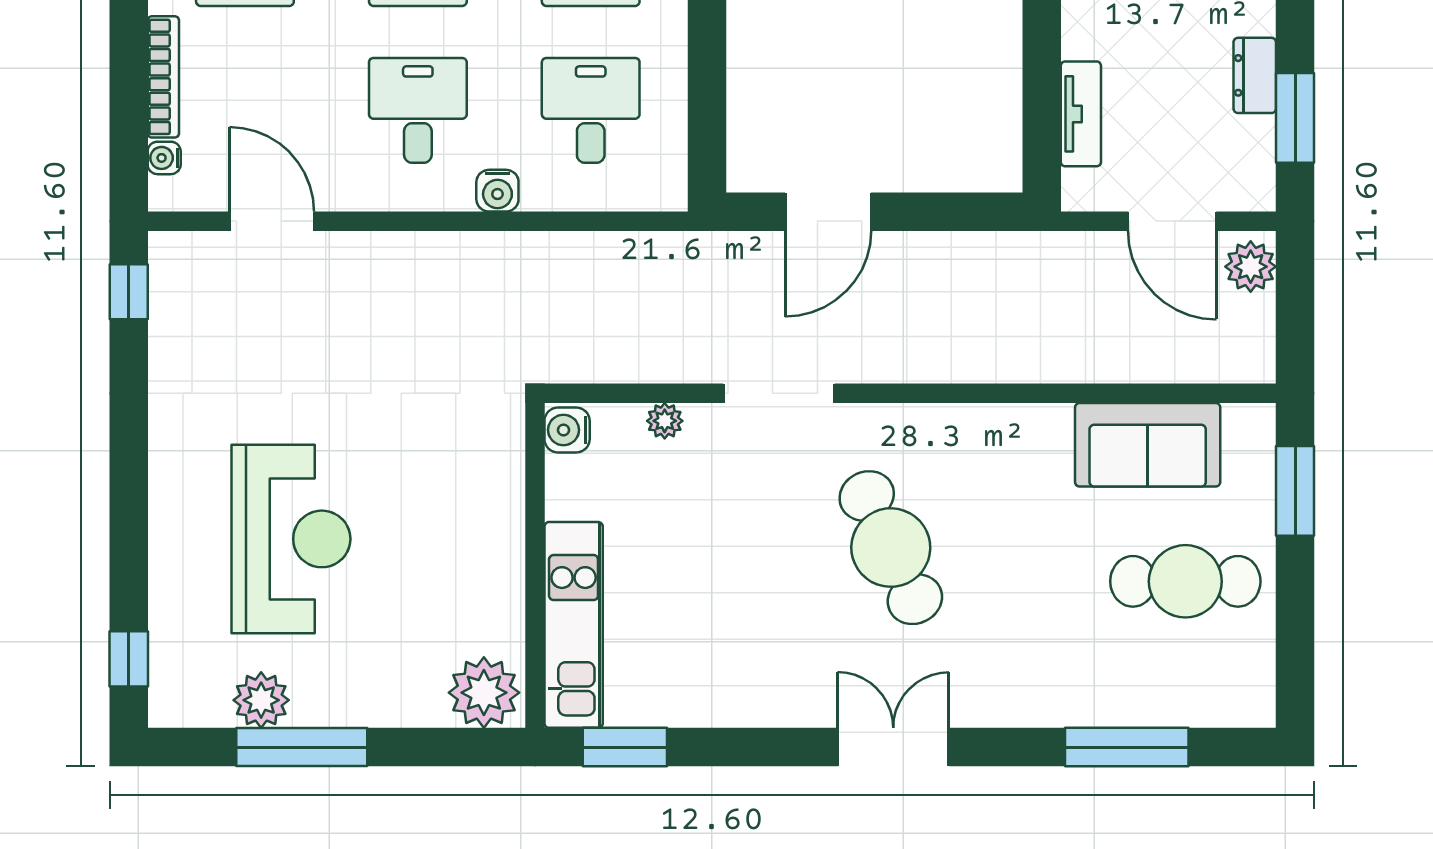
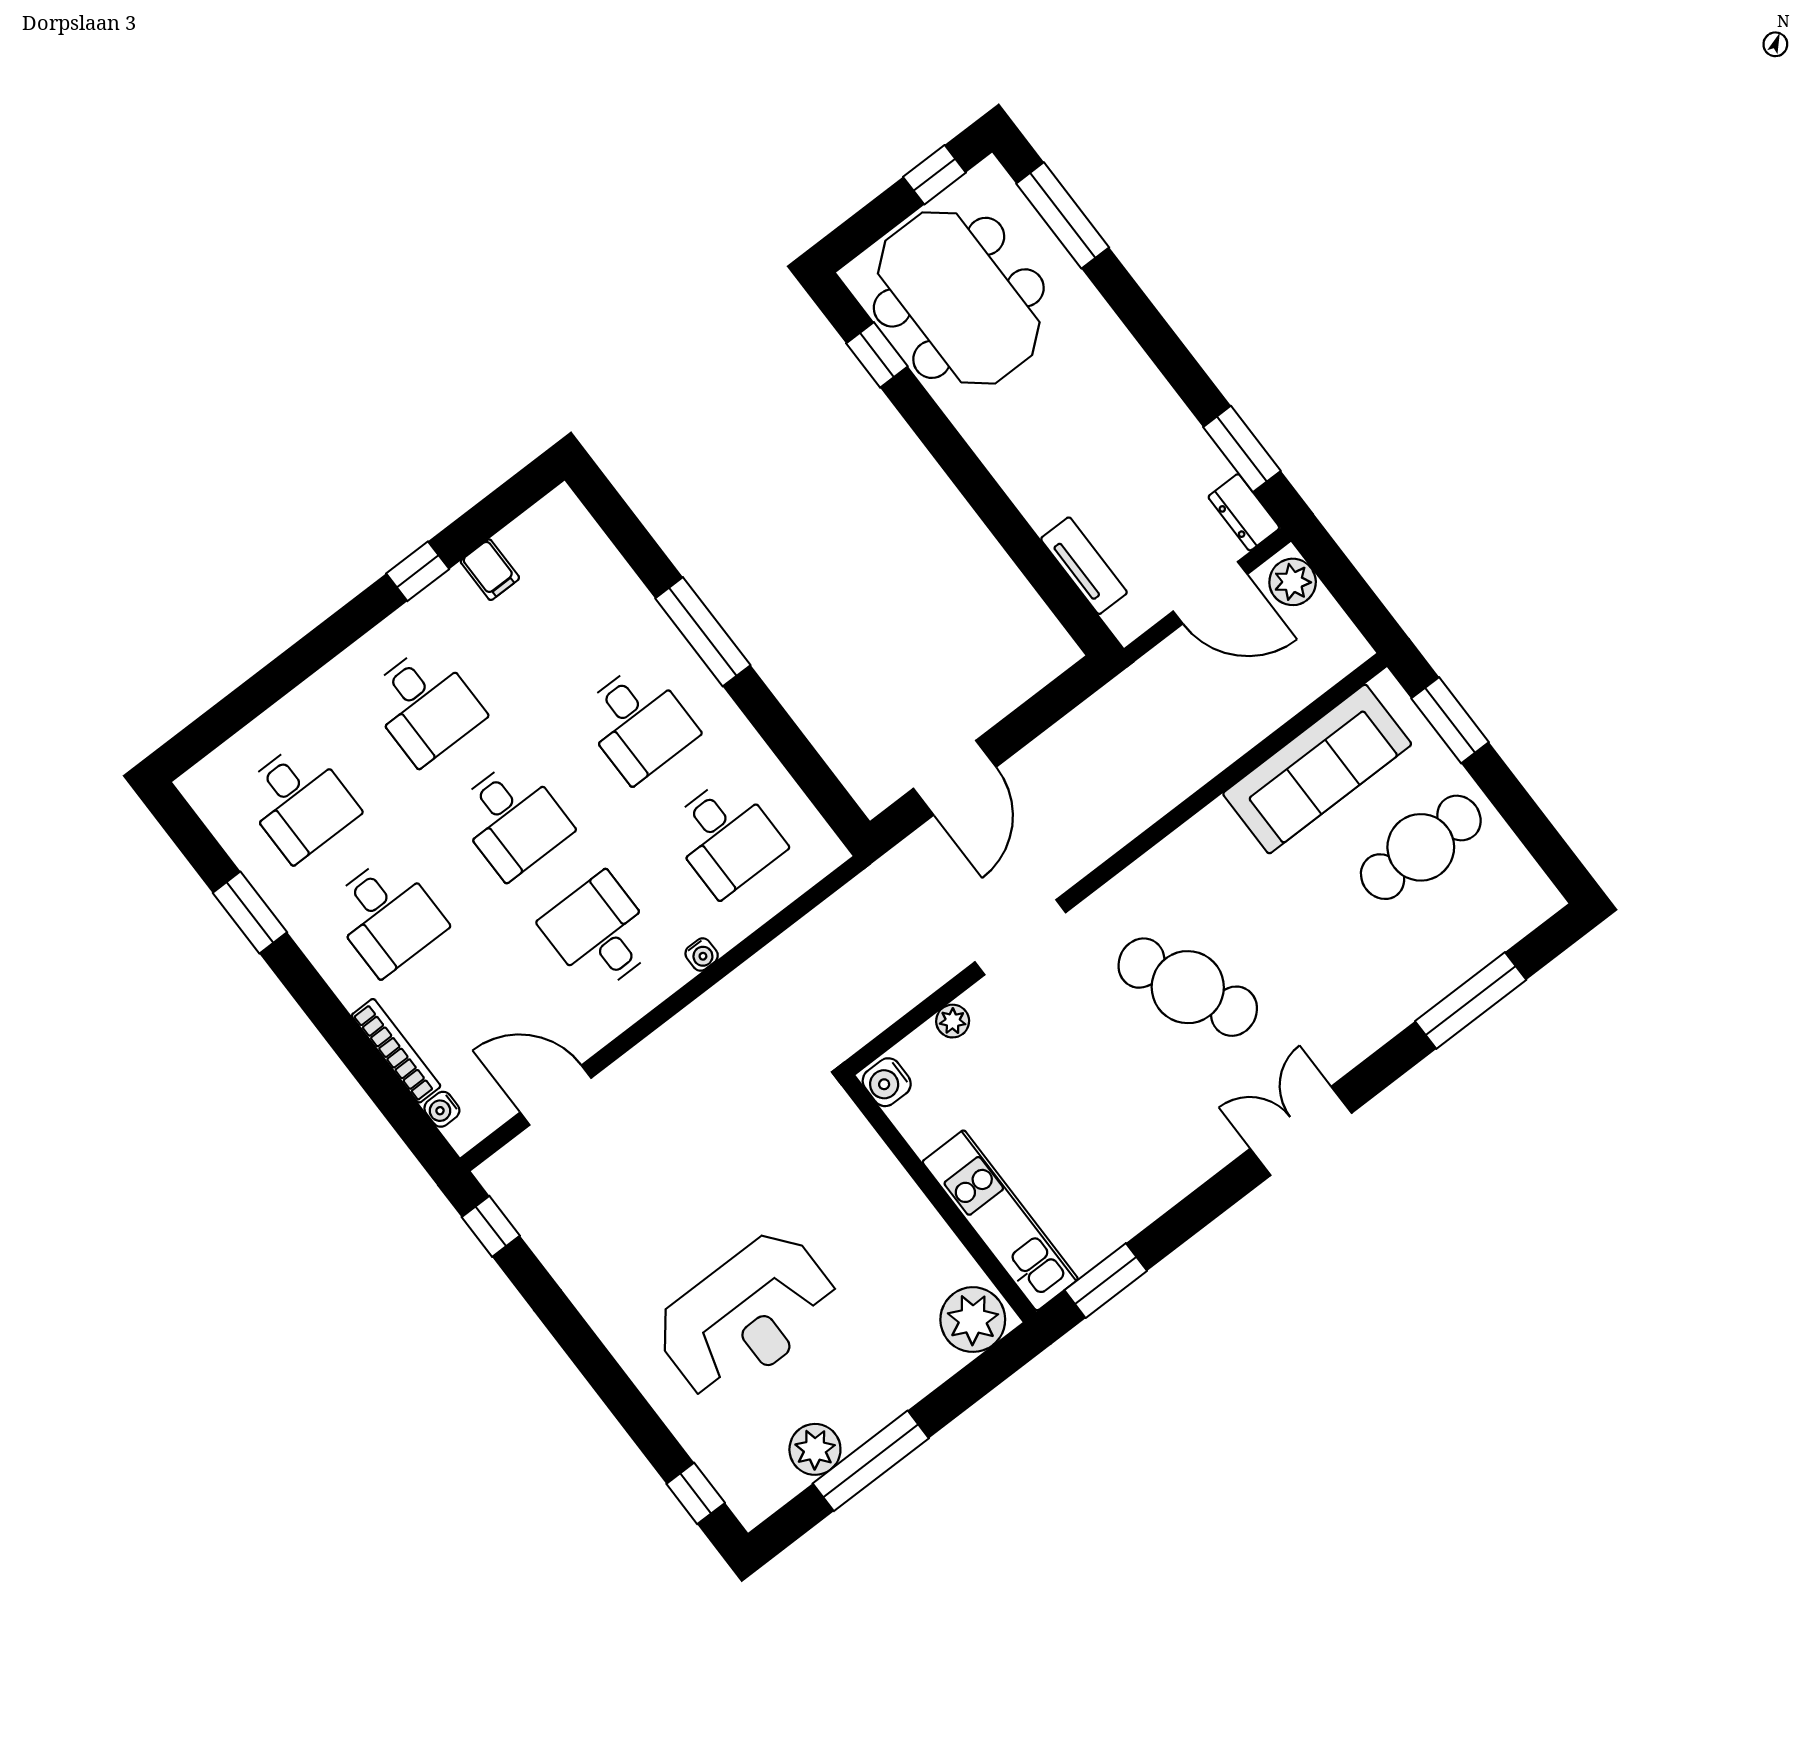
dresser: (1255, 75) -> (1244, 512), moved
desk: (591, 110) -> (726, 837), turned 180
water cooler: (497, 191) -> (702, 954), width x0.72, depth x0.72
sofa: (1148, 445) -> (1317, 769), width x1.36
reception desk: (291, 539) -> (747, 1316), turned 90

